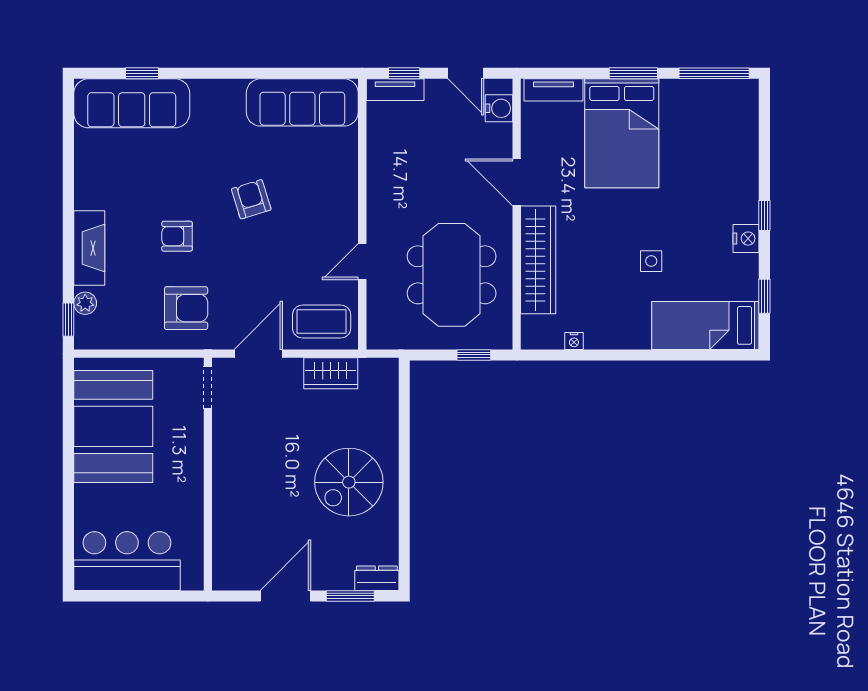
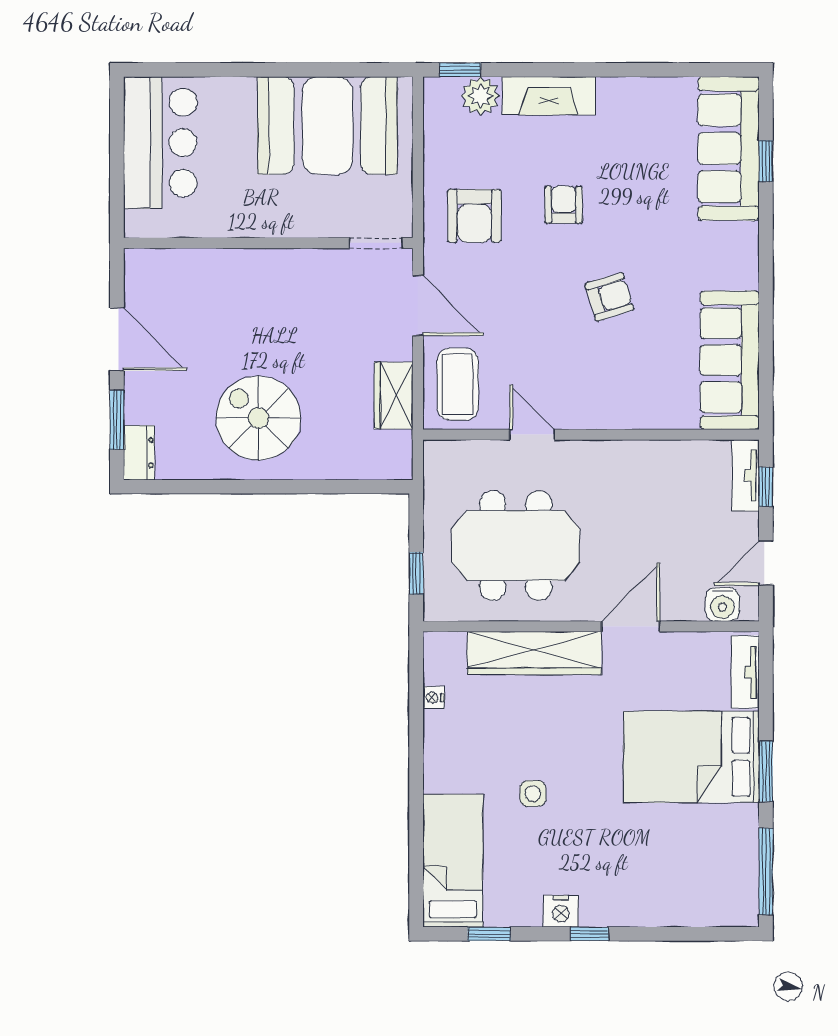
plant: (85, 303) -> (480, 96), width x1.38, depth x1.38

